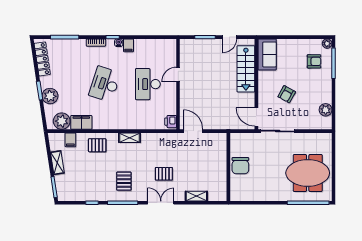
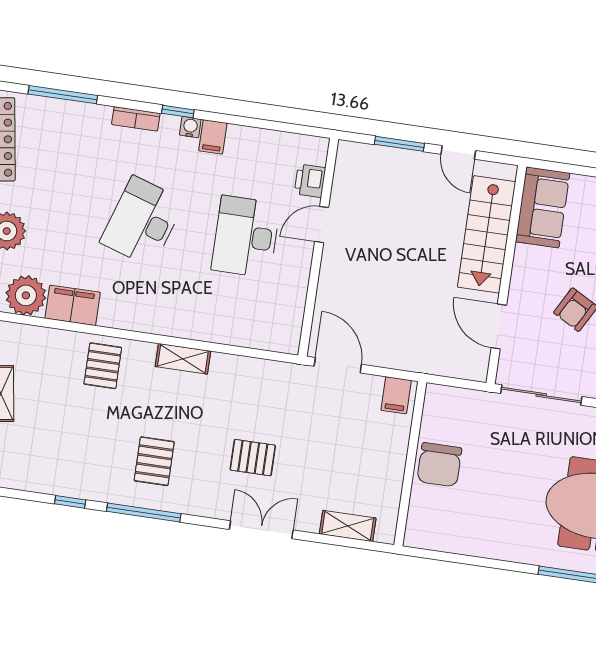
door: (229, 37) -> (458, 152), hinge flipped
door: (256, 117) -> (499, 327), moved
printer: (171, 122) -> (310, 181), moved
filing cabinet: (70, 140) -> (396, 395), moved
pallet: (97, 145) -> (103, 366), turned 90
shelving: (196, 196) -> (348, 526), moved
double door: (161, 203) -> (261, 530), moved

